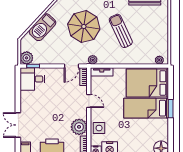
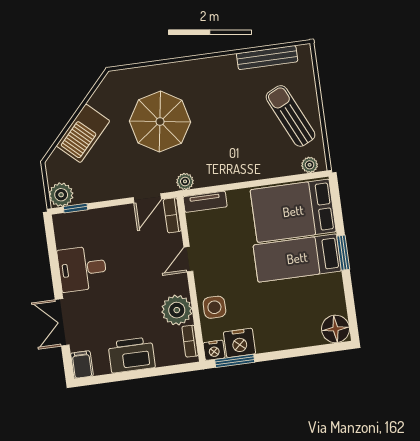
sun lounger: (121, 31) -> (291, 116), moved
desk: (32, 79) -> (82, 269), moved
door: (89, 101) -> (188, 259), swing flipped

